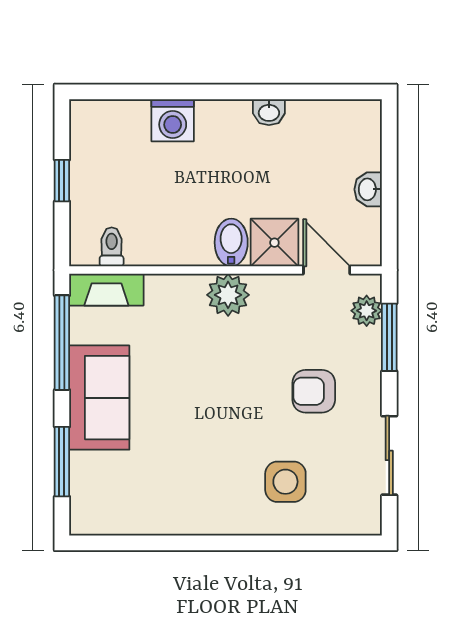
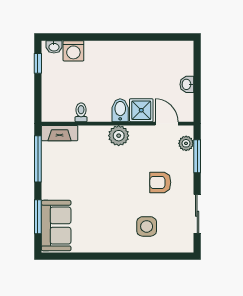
washbasin: (269, 112) -> (54, 47), moved
washing machine: (173, 120) -> (73, 51), moved
window: (62, 181) -> (38, 63), moved
toilet: (112, 247) -> (81, 112), moved
sofa: (99, 398) -> (56, 226), moved

